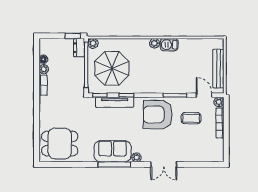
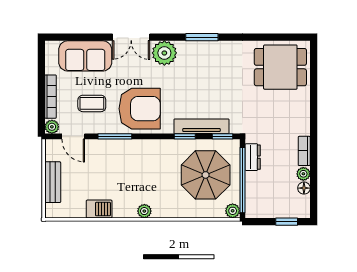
window: (73, 36) -> (287, 222), moved
barbecue: (169, 45) -> (99, 209), moved
dresser: (79, 48) -> (253, 157), moved
bench: (218, 69) -> (53, 182), width x0.73
sofa: (113, 151) -> (85, 56), moved
plant: (137, 157) -> (164, 53), width x1.87, depth x1.87
window: (114, 164) -> (202, 37), width x0.69
double door: (164, 164) -> (131, 37), swing flipped

